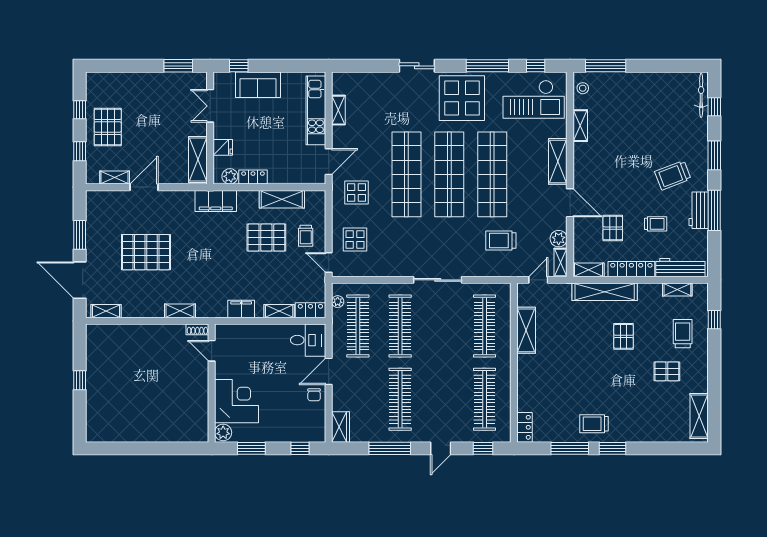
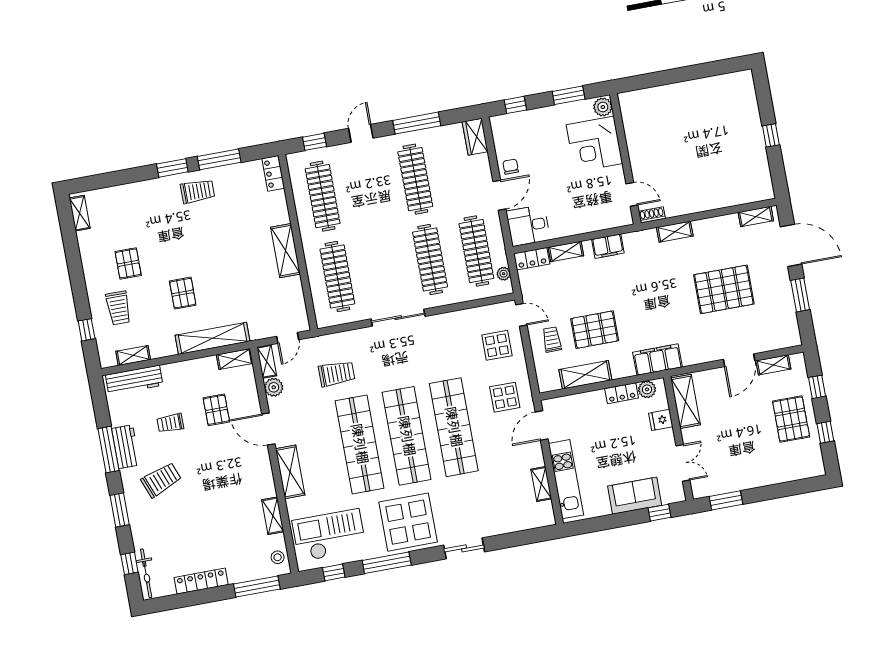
locker: (631, 269) -> (201, 581), moved, turned 180
shelving: (526, 330) -> (285, 251), moved
pallet: (667, 371) -> (128, 263), turned 90
shelving: (699, 416) -> (80, 213), width x0.67, depth x0.75

